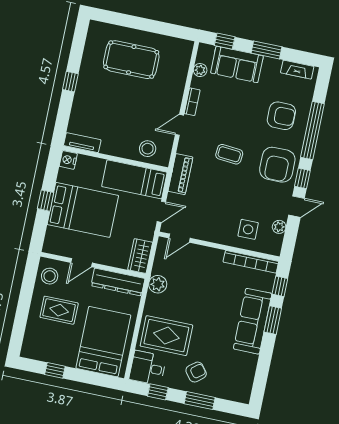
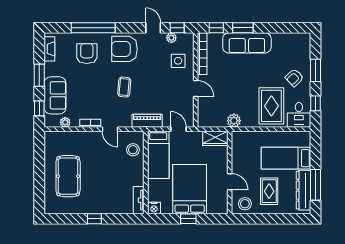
armchair: (277, 165) -> (124, 49), turned 180
window: (302, 178) -> (177, 28), moved
door: (179, 238) -> (196, 89), moved
dresser: (118, 282) -> (303, 190), moved, turned 180
bed: (103, 342) -> (286, 158), width x0.67
window: (55, 370) -> (315, 185), width x2.17
armchair: (196, 372) -> (294, 78), turned -96

